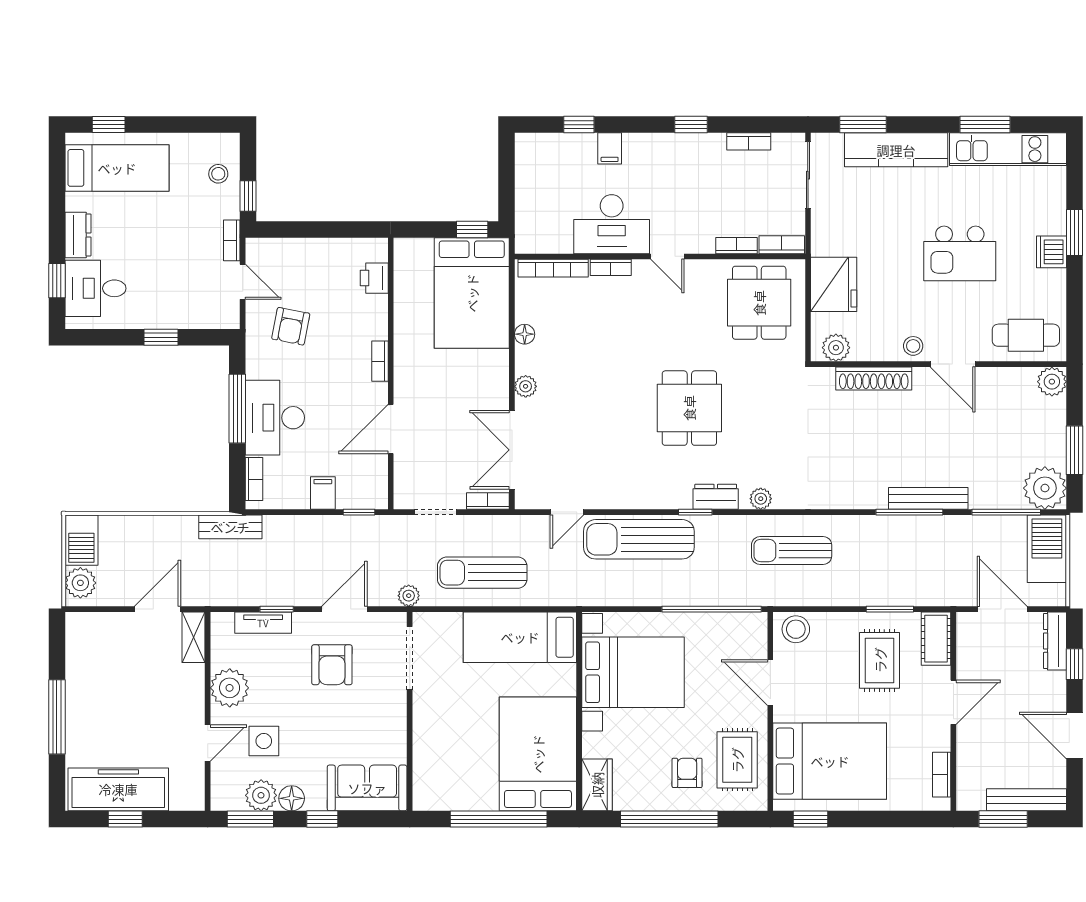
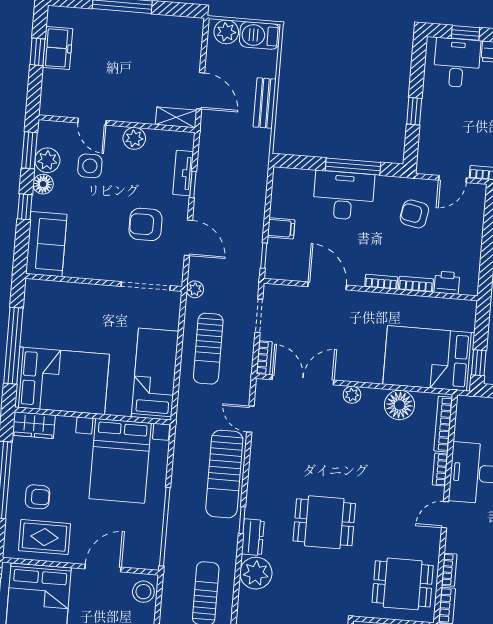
floor lamp: (525, 334) -> (399, 405), width x1.89, depth x1.89
bookcase: (254, 479) -> (416, 284), moved, turned 180
plant: (761, 499) -> (256, 573), width x1.88, depth x1.88
bench: (230, 527) -> (265, 103), moved
sun lounger: (639, 539) -> (224, 474), turned 180
sun lounger: (482, 573) -> (208, 349), turned 180
plant: (230, 688) -> (134, 138), width x0.73, depth x0.73
freezer: (118, 789) -> (58, 48), width x0.52, depth x0.79

